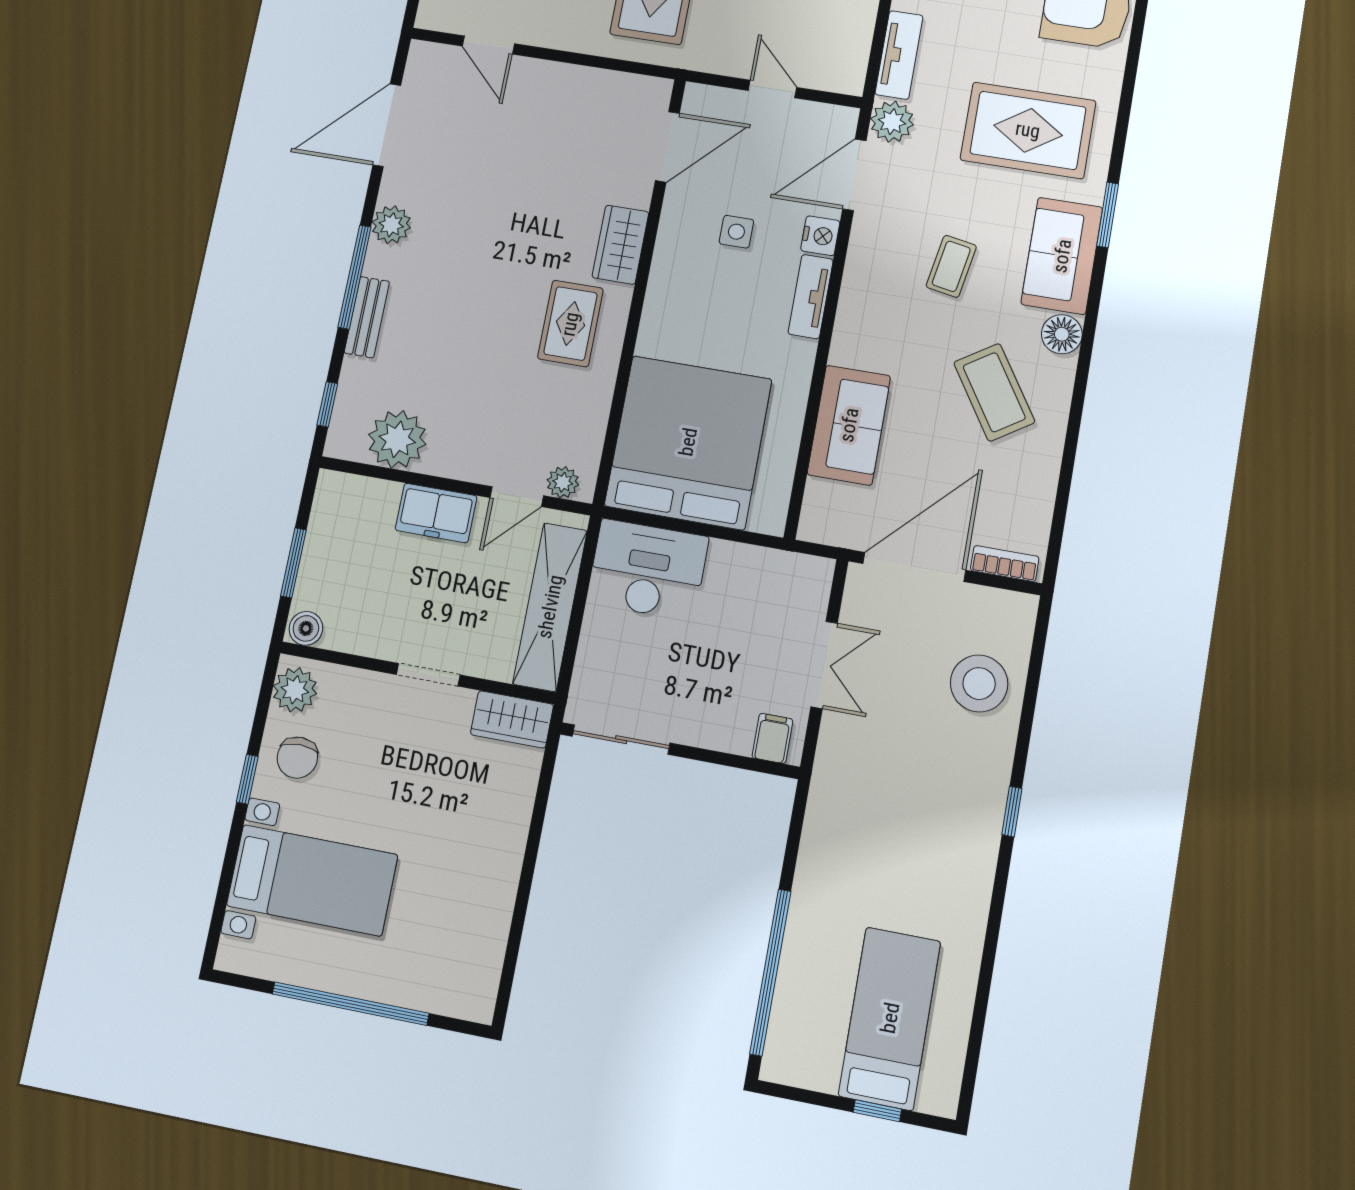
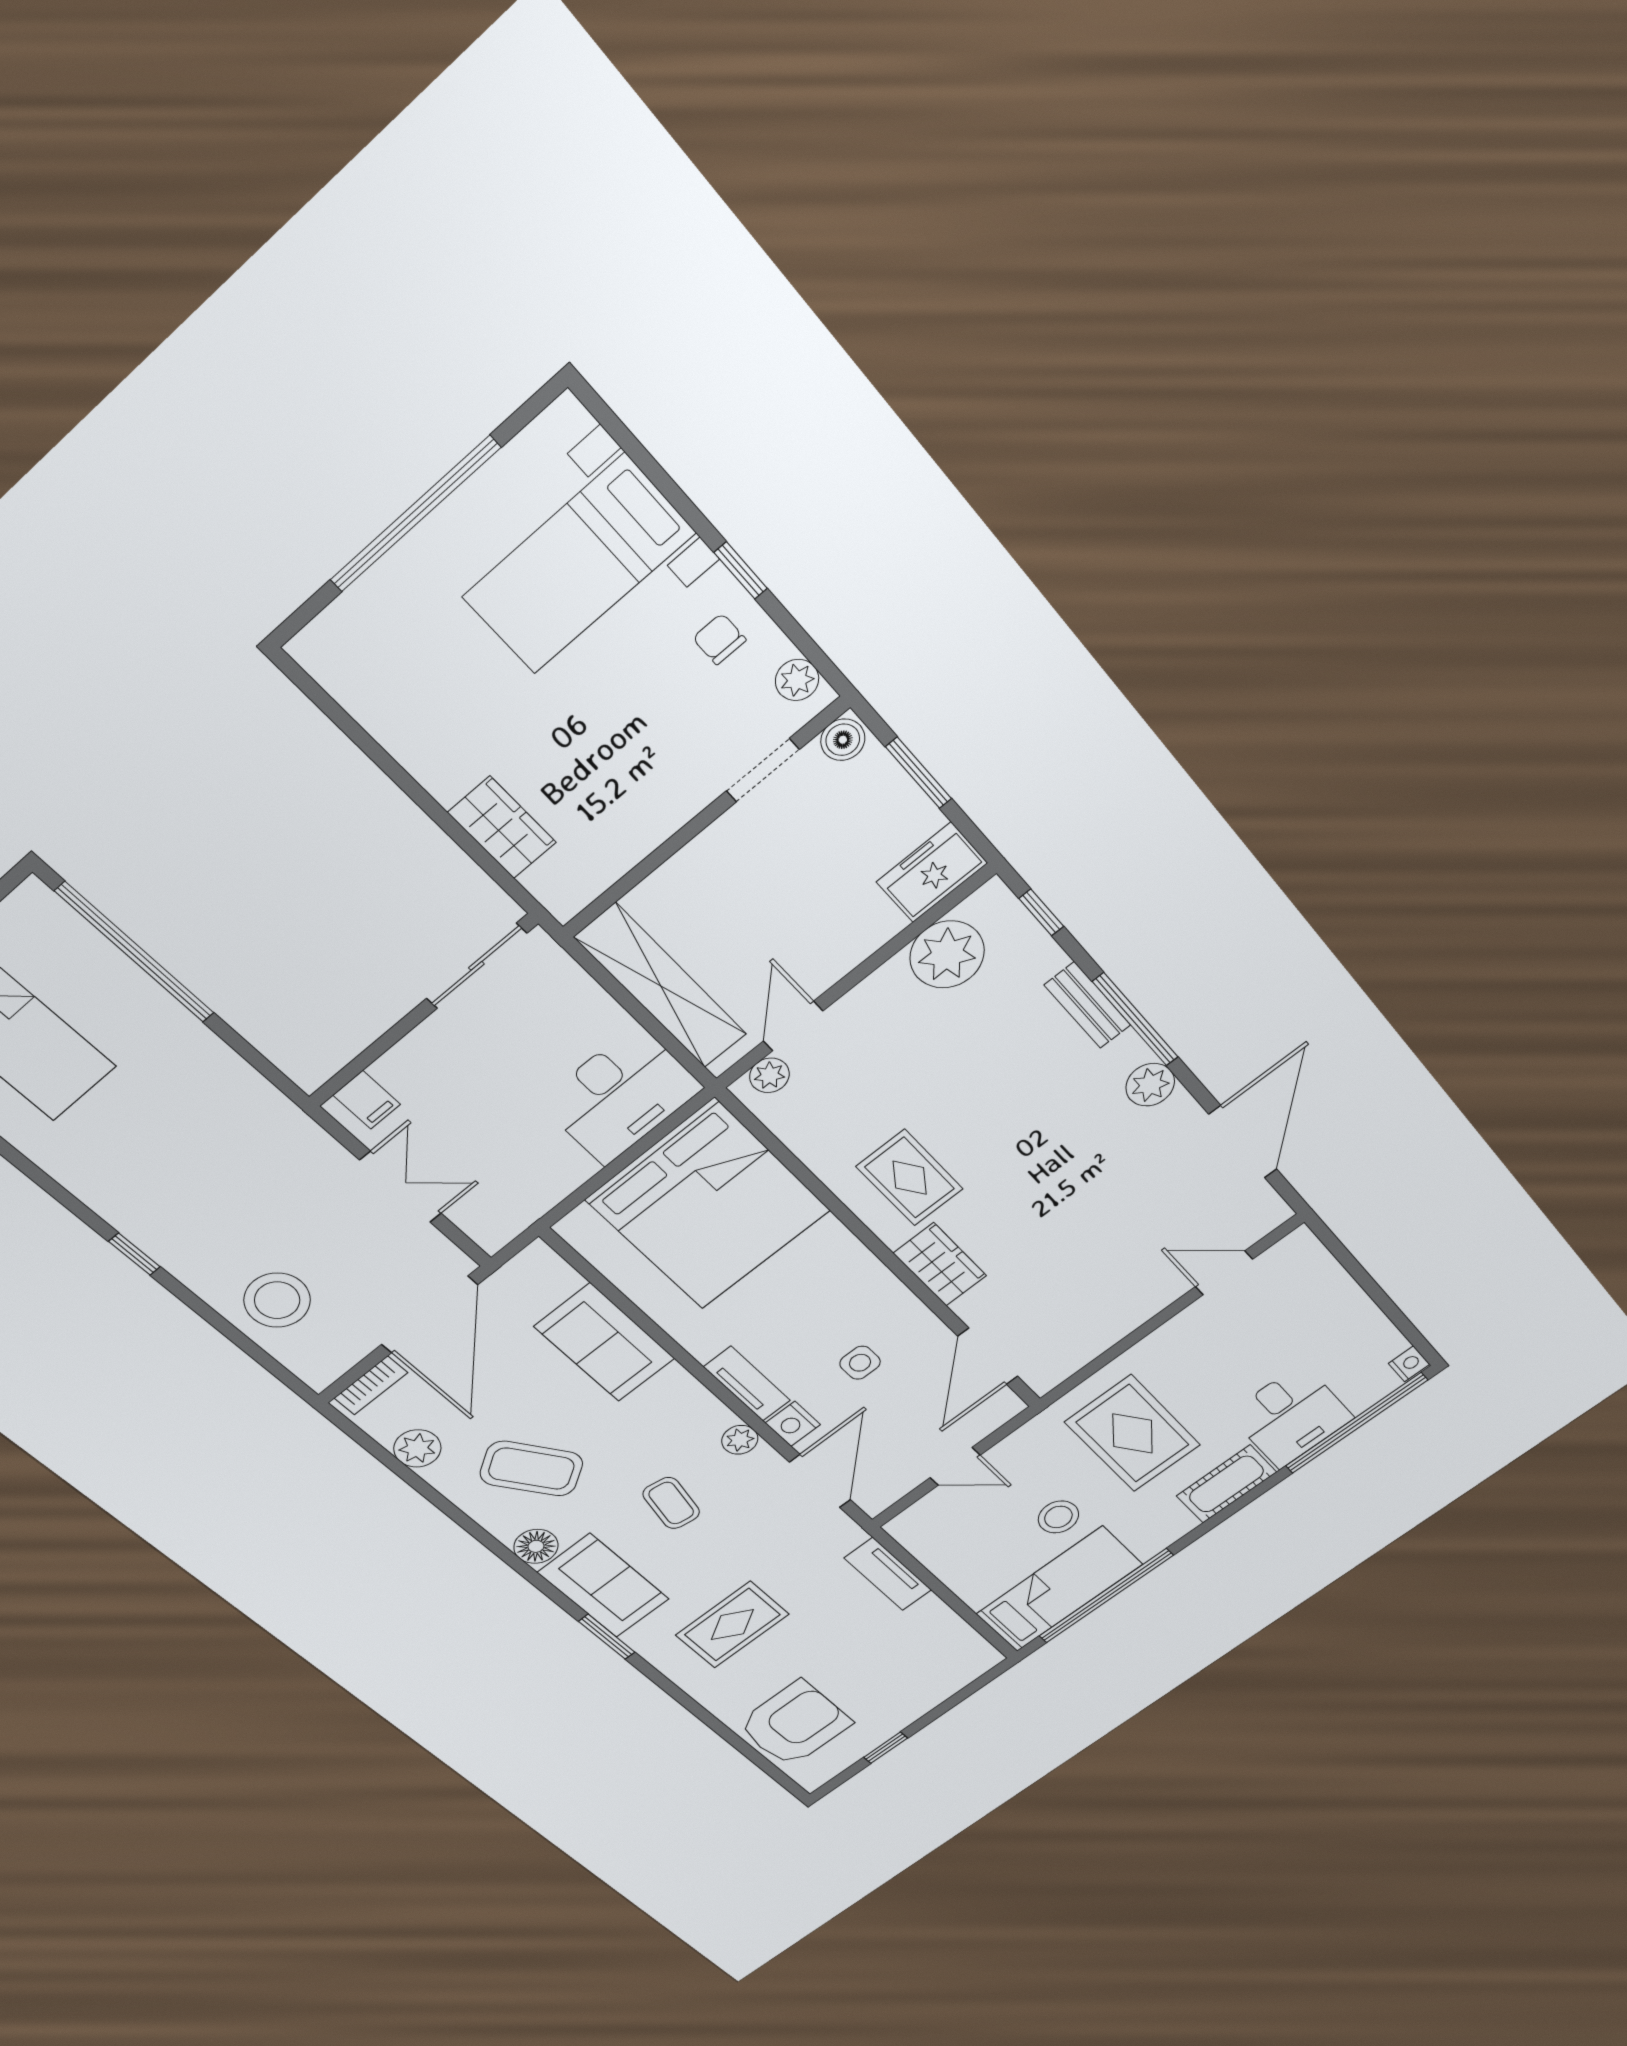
plant: (892, 122) -> (740, 1440), moved, width x0.73, depth x0.73
rug: (1028, 130) -> (732, 1625), width x0.73, depth x0.70
plant: (1036, 489) -> (417, 1448), added
freezer: (436, 513) -> (932, 872), moved
double door: (824, 665) -> (401, 1187), swing flipped
doorway: (428, 675) -> (763, 770), moved
plant: (295, 690) -> (797, 680), width x0.73, depth x0.73
wardrobe: (512, 719) -> (502, 827), moved, turned 90
chair: (297, 758) -> (719, 639), width x0.73, depth x0.73

